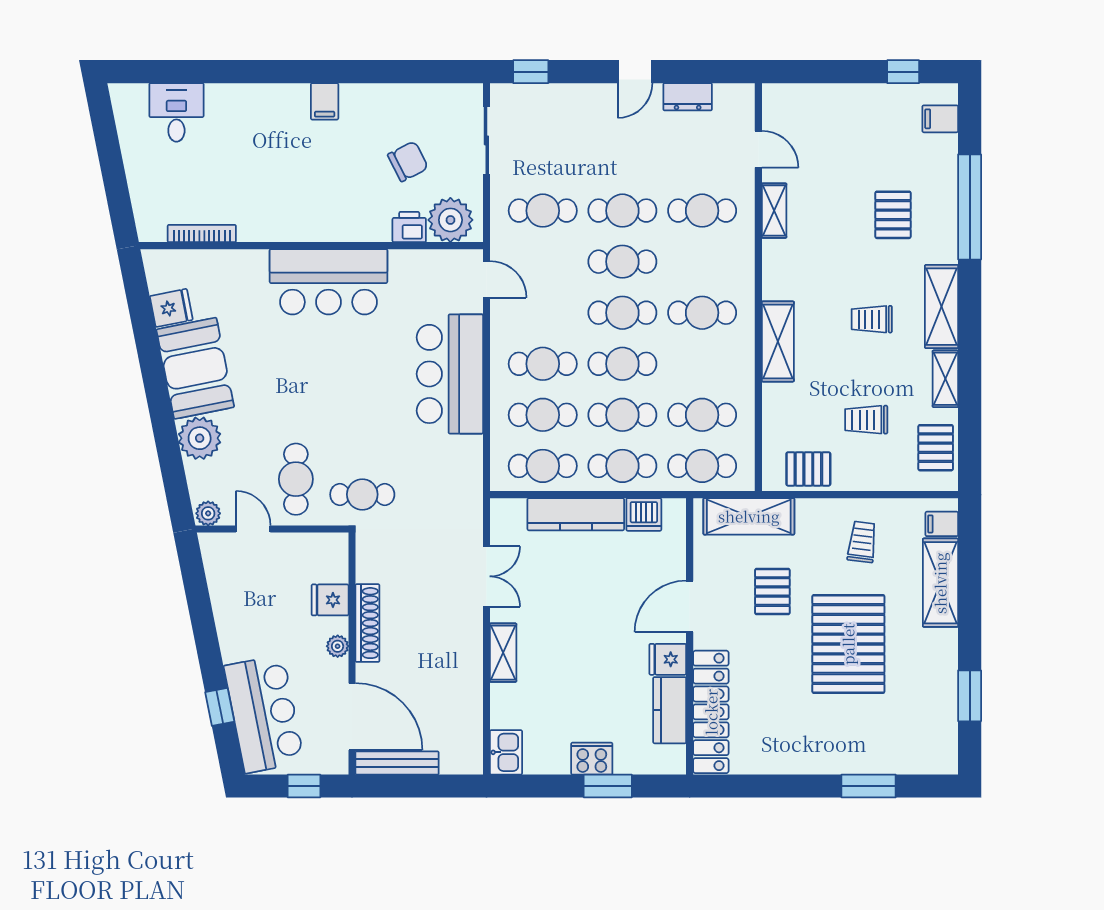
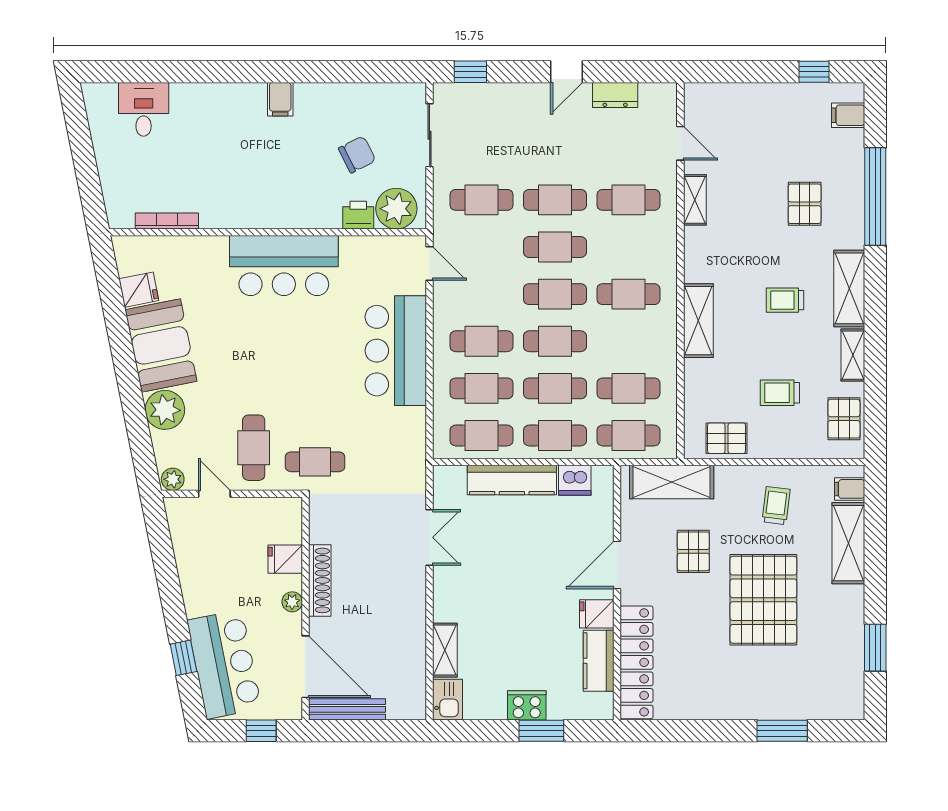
shelving: (503, 653) -> (445, 650), moved

